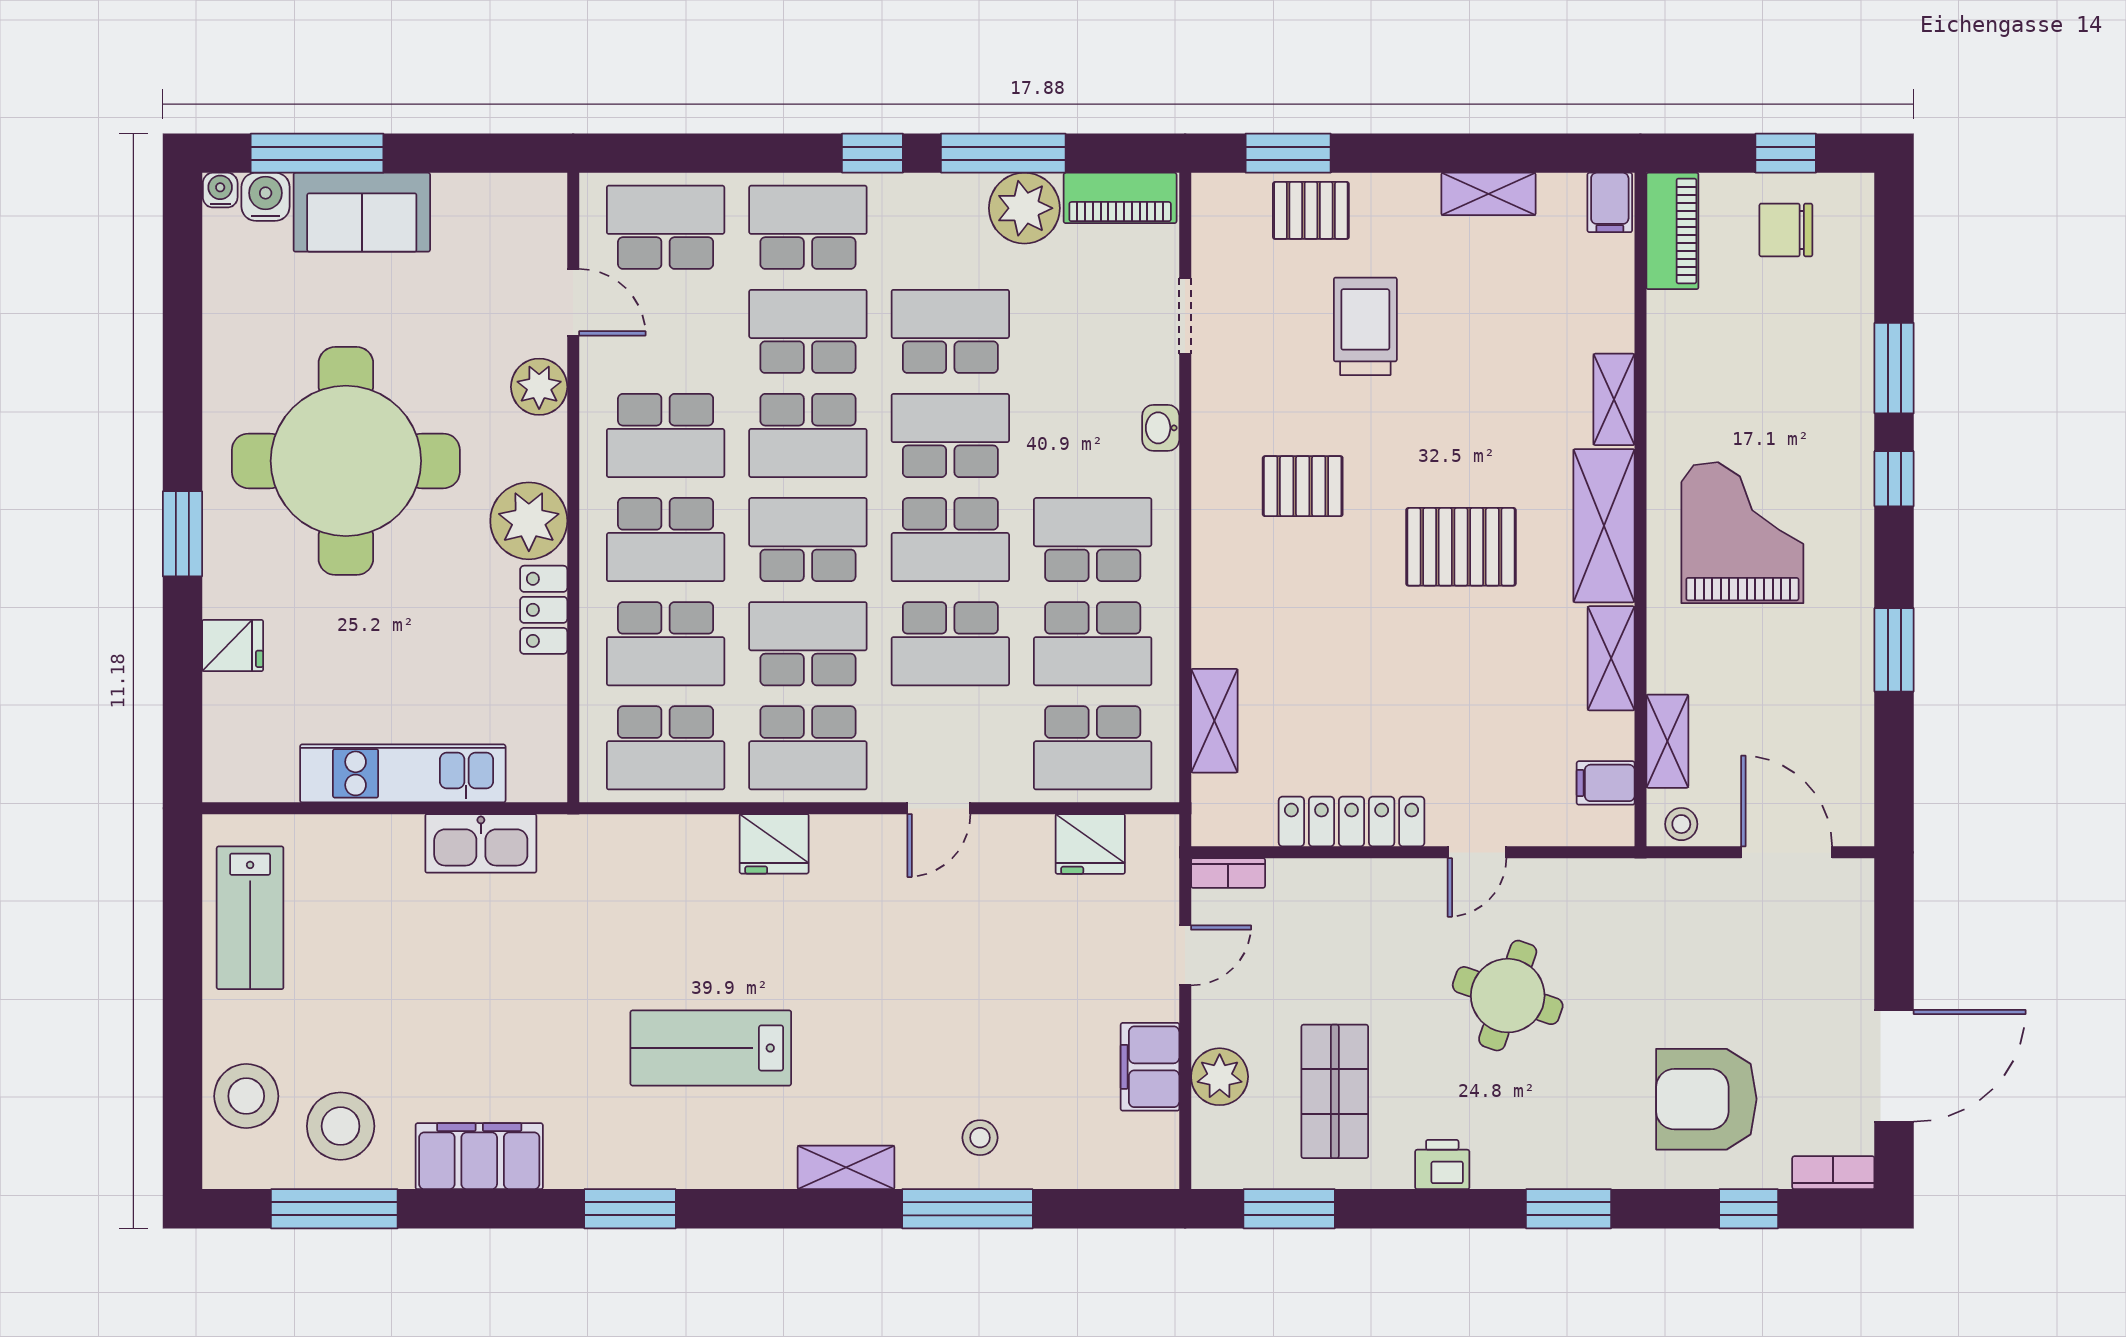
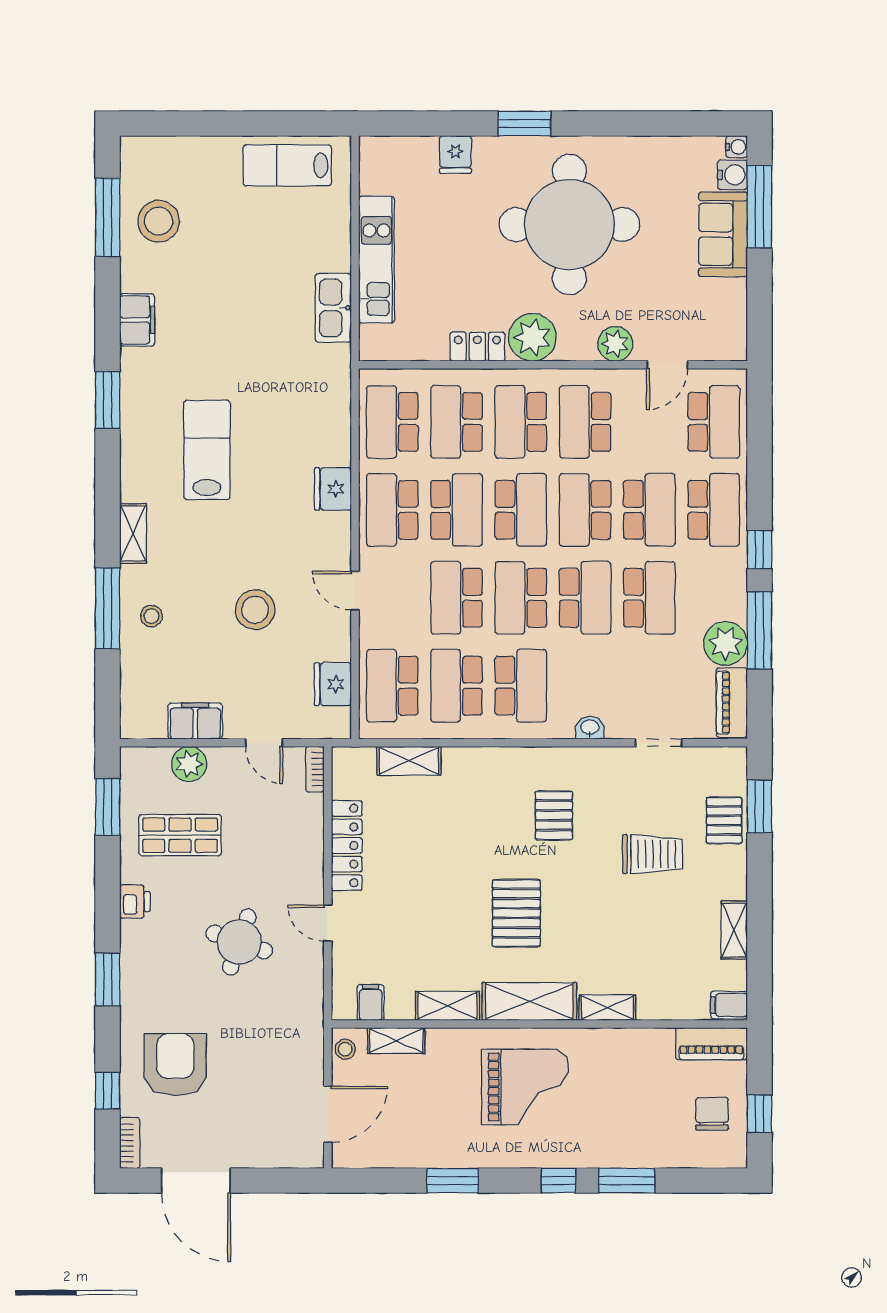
stool: (246, 1096) -> (255, 610), moved
filing cabinet: (479, 1156) -> (137, 320), width x0.67, depth x0.86

